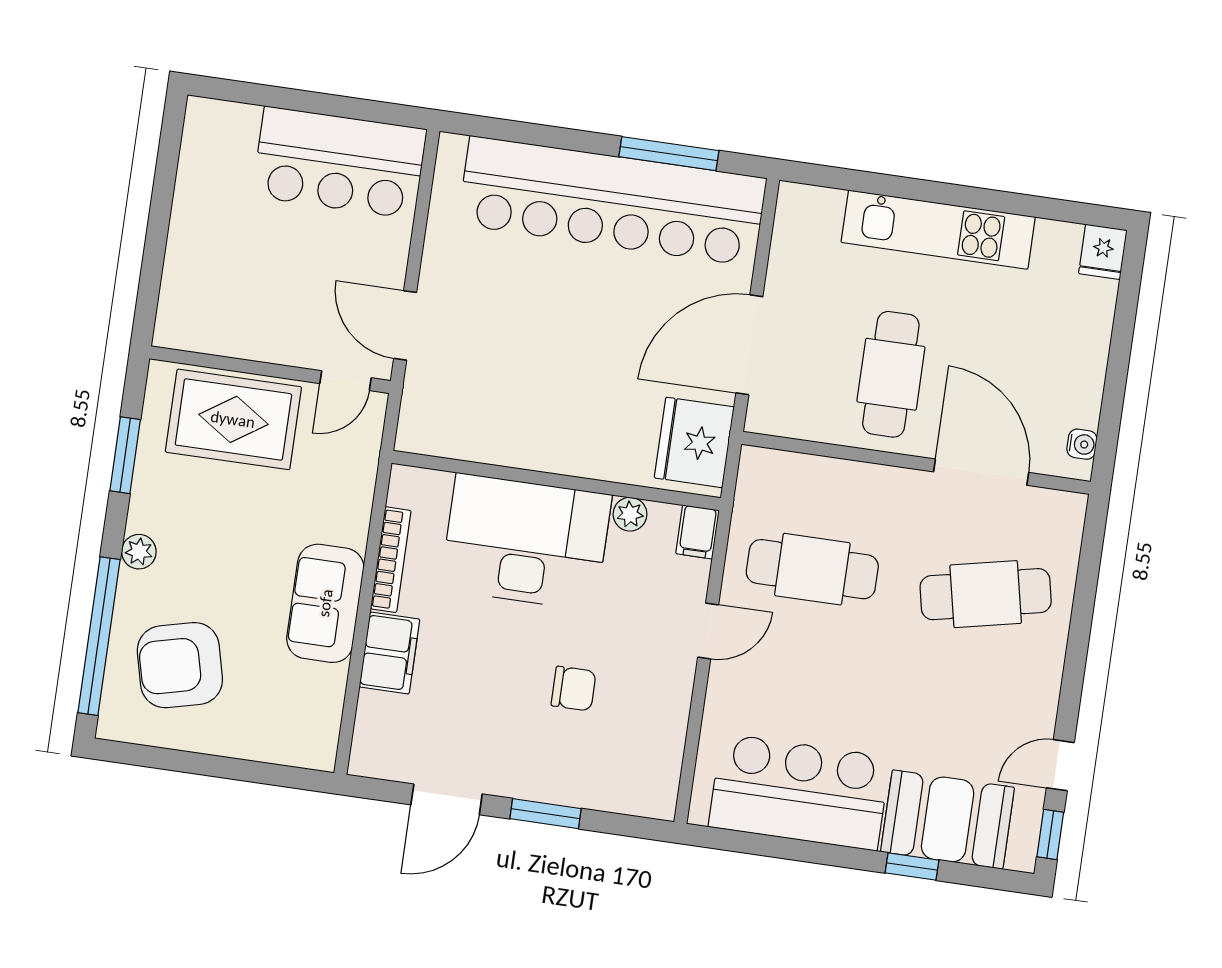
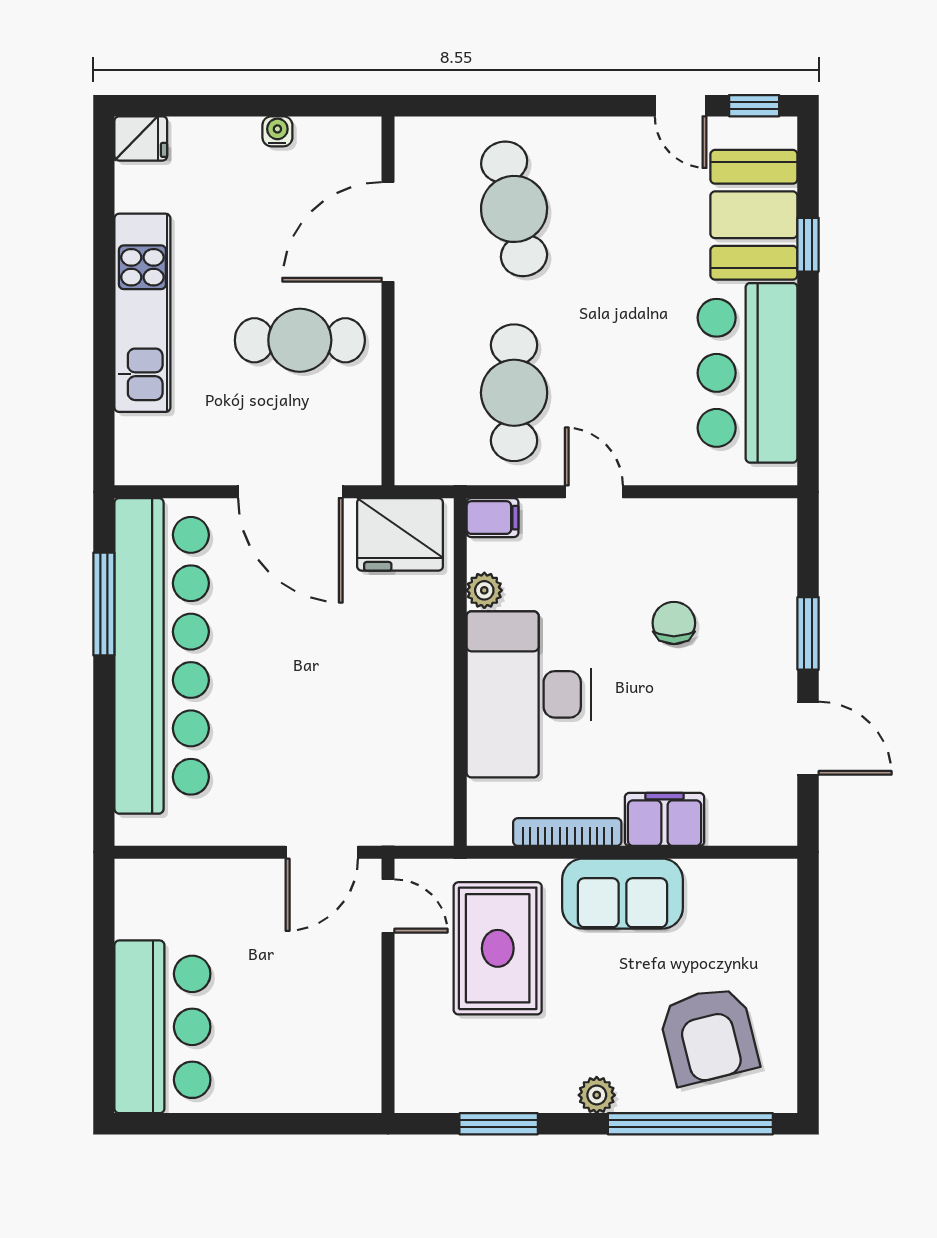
bar counter: (339, 163) -> (162, 1027), moved
rug: (233, 419) -> (498, 948), moved
water cooler: (1082, 444) -> (277, 131), moved

